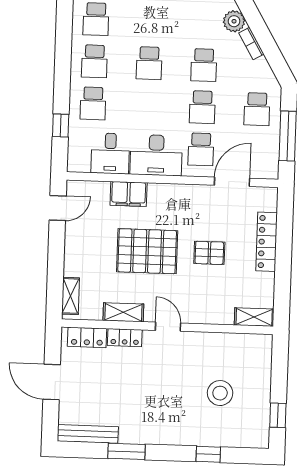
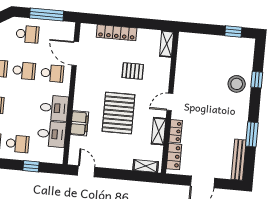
desk: (156, 155) -> (54, 108), width x0.73
pallet: (209, 253) -> (133, 71), moved, turned 90
stool: (220, 393) -> (237, 84), moved

